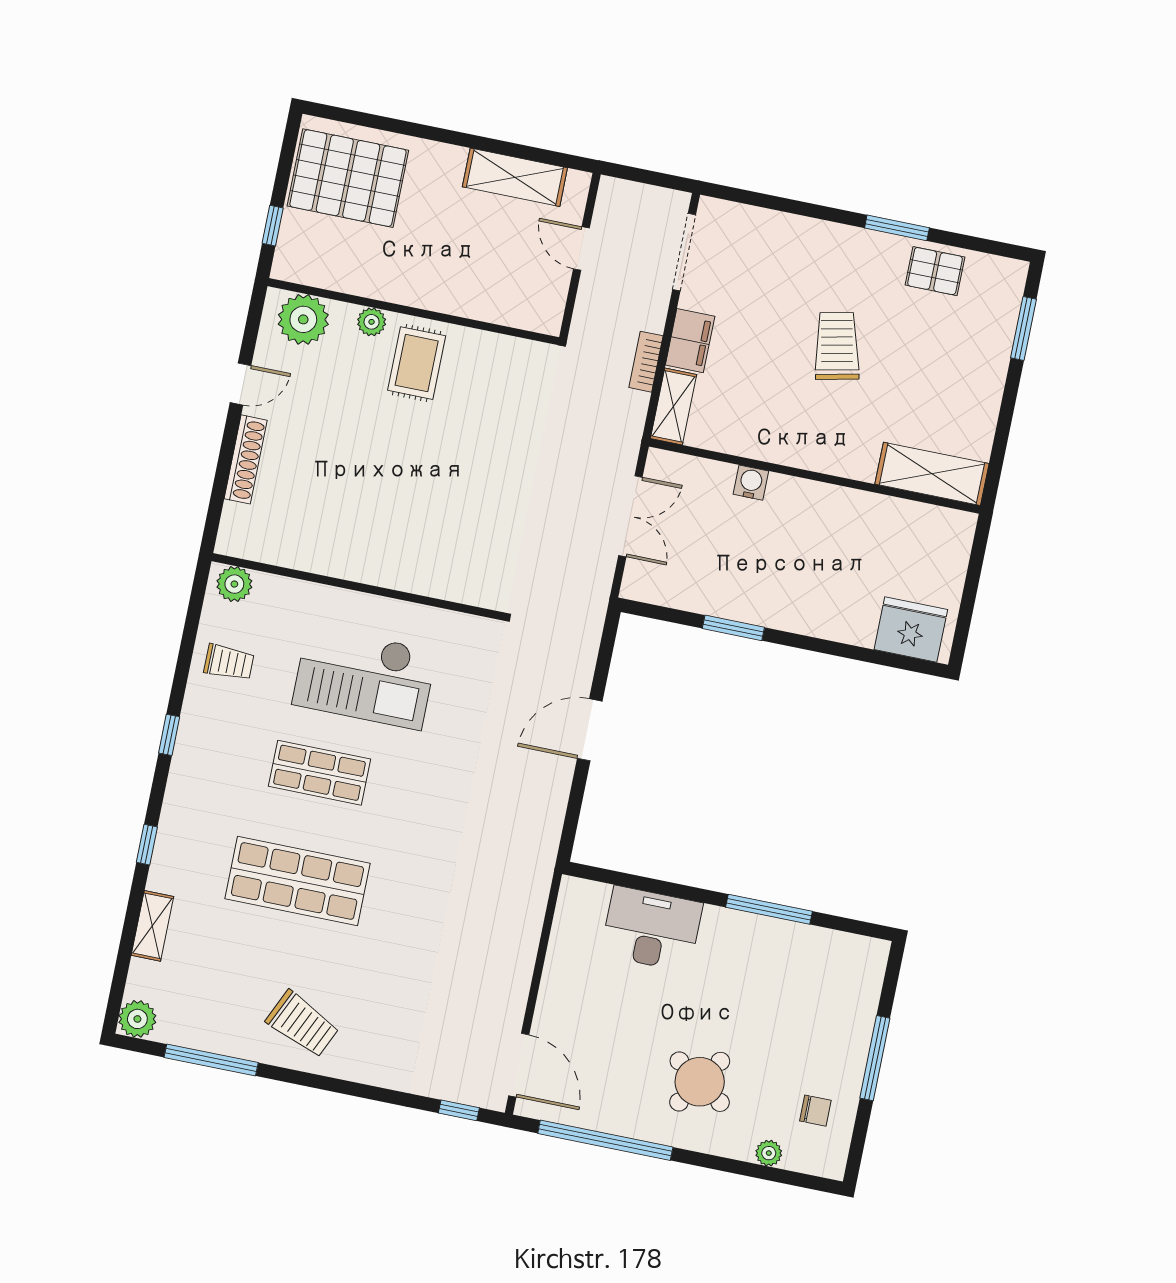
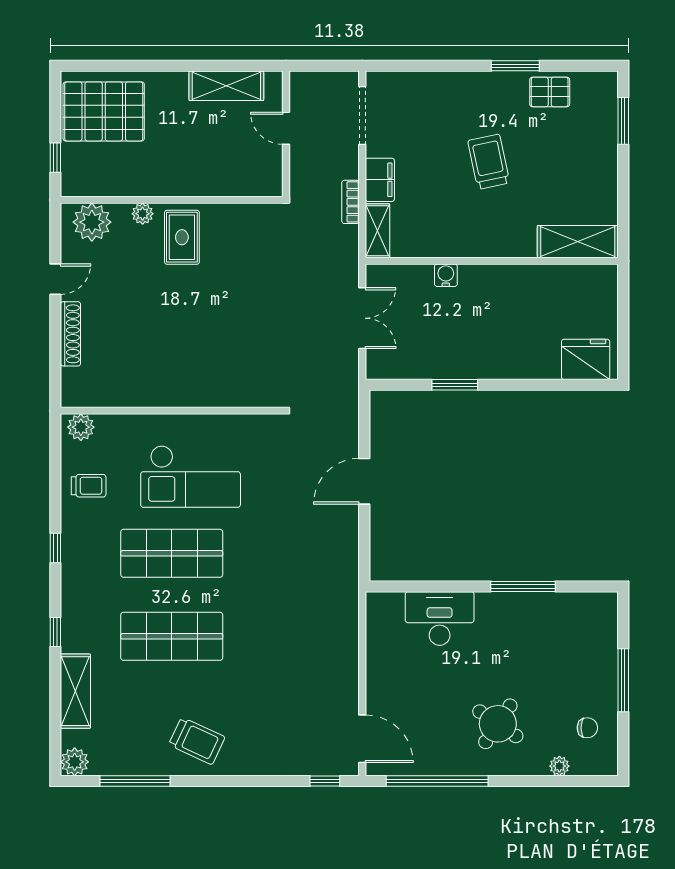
shop shelf: (319, 773) -> (172, 553), width x1.43, depth x1.36
shelving: (152, 926) -> (75, 691), width x1.50, depth x1.33

